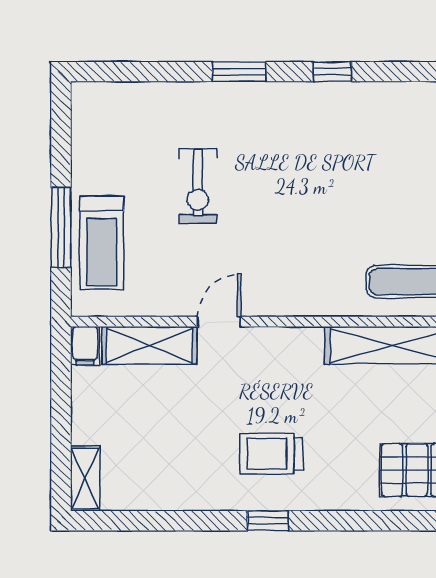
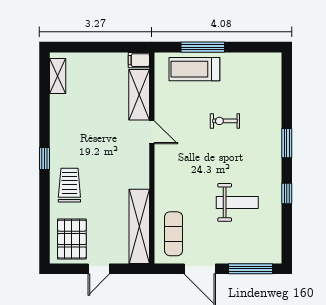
weight bench: (349, 164) -> (237, 202), added
exercise bike: (198, 186) -> (225, 121), width x0.73, depth x0.72
trolley: (271, 454) -> (69, 185), moved
shelving: (85, 479) -> (58, 76), moved, turned 90

